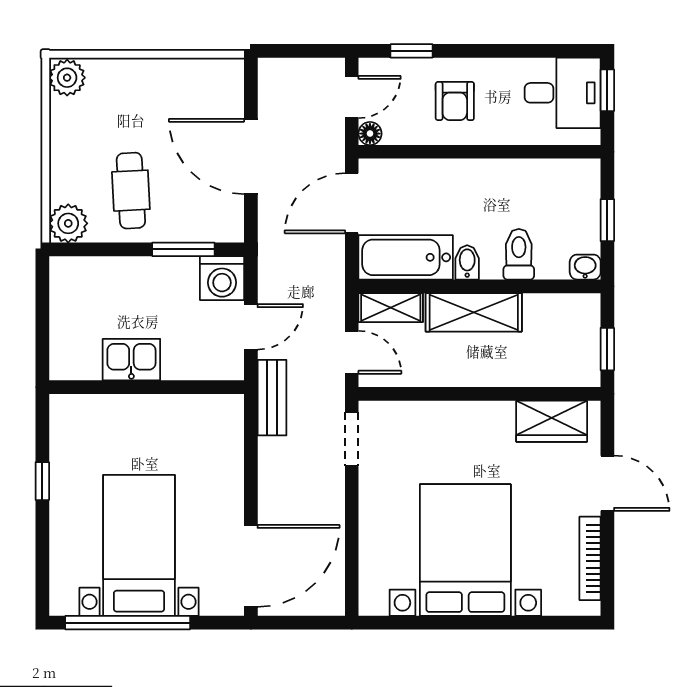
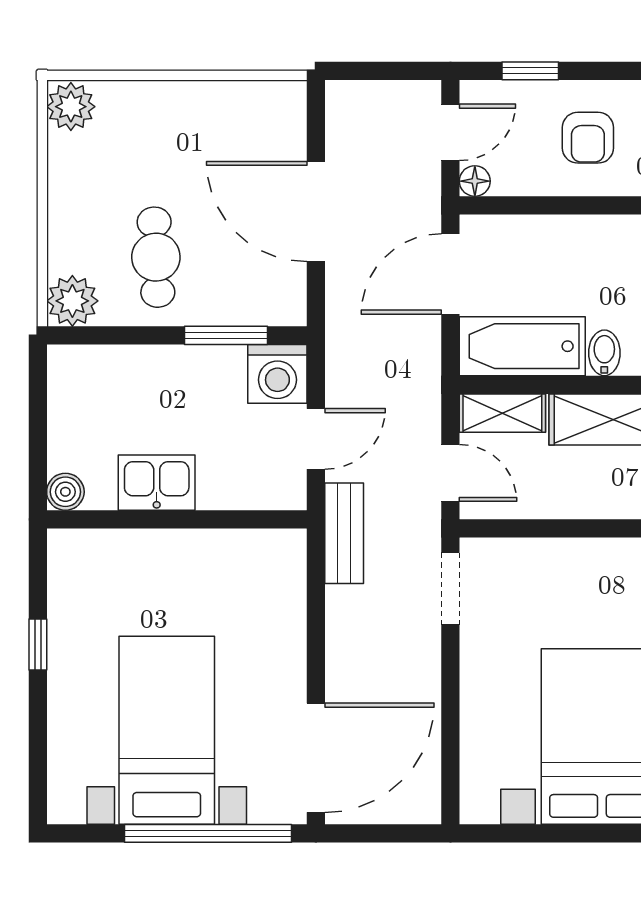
boiler: (63, 367) -> (65, 492), added
window: (128, 623) -> (208, 833), moved

